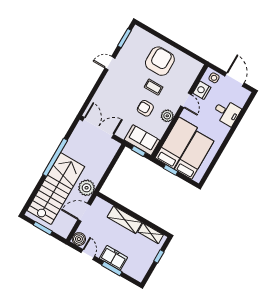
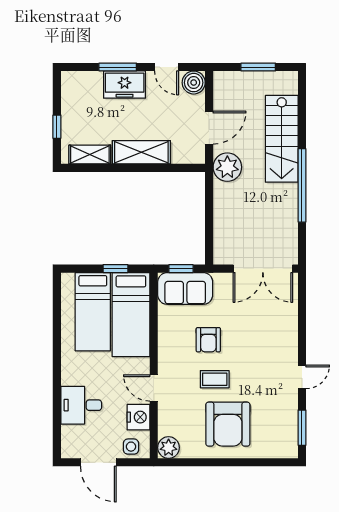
armchair: (145, 108) -> (208, 340), turned 90
plant: (167, 116) -> (169, 448), moved
stairs: (56, 189) -> (282, 139), width x0.73, depth x0.66

